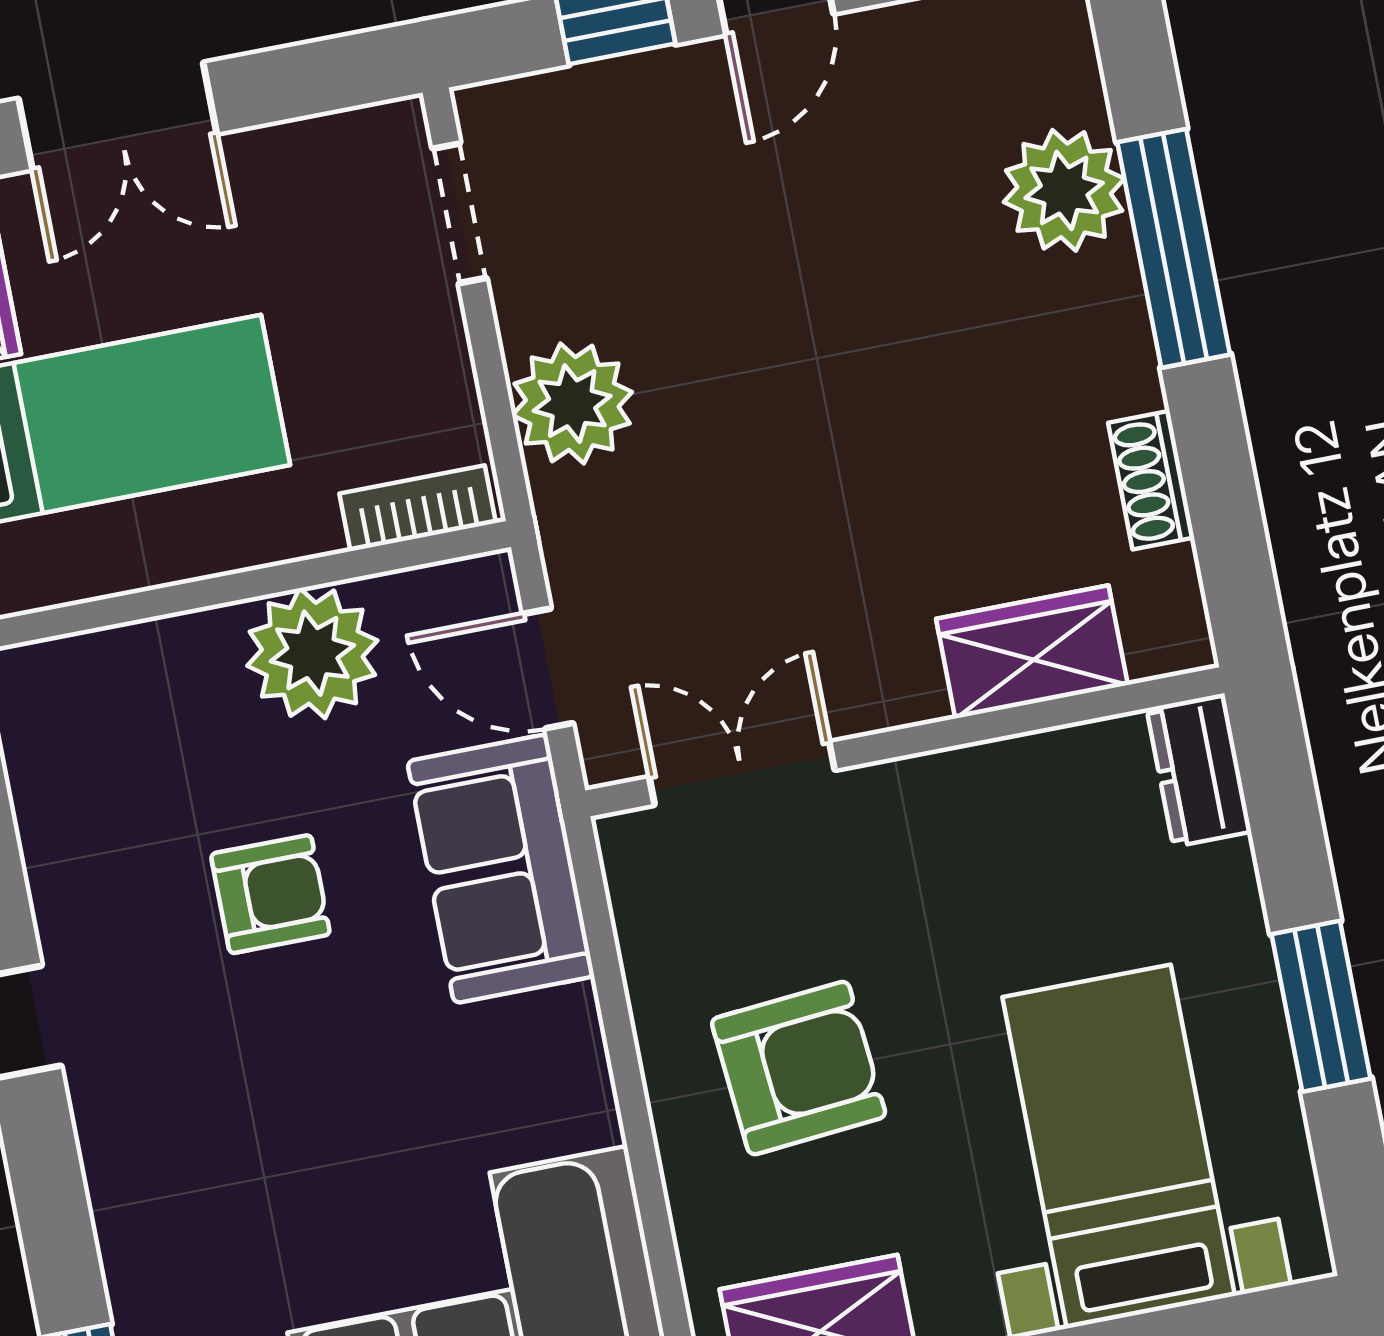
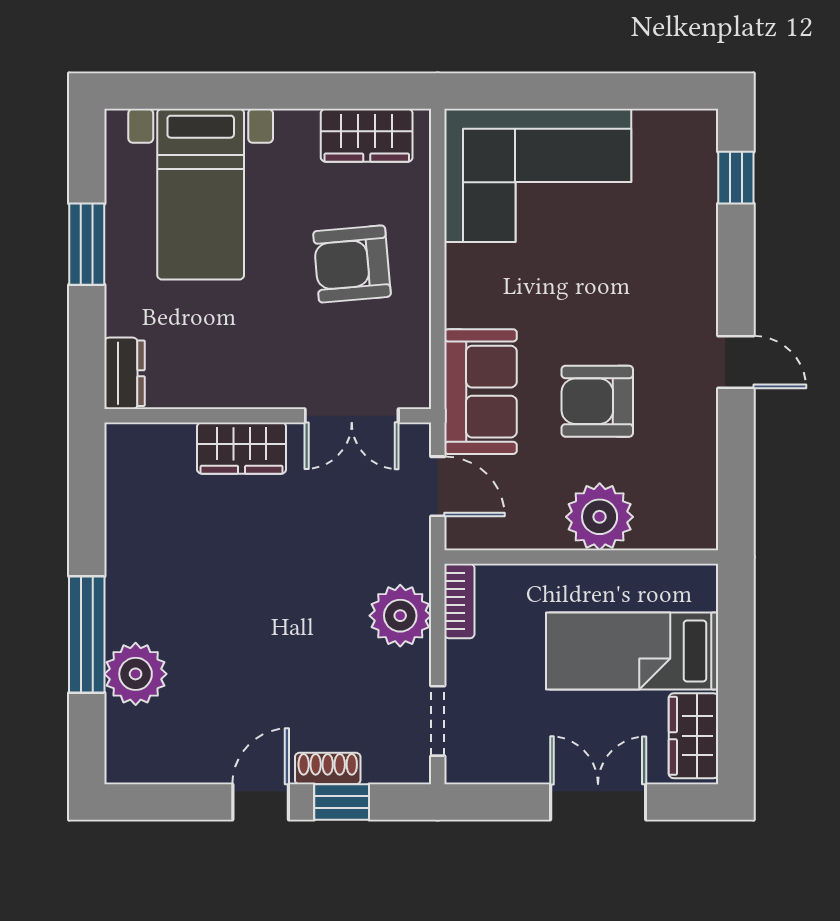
shoe rack: (1151, 480) -> (328, 769), moved, turned -90
bookcase: (418, 508) -> (459, 601), moved, turned -90
wardrobe: (1032, 652) -> (242, 448), moved
plant: (312, 653) -> (600, 517), moved
armchair: (270, 894) -> (597, 401), width x1.38, depth x1.38

